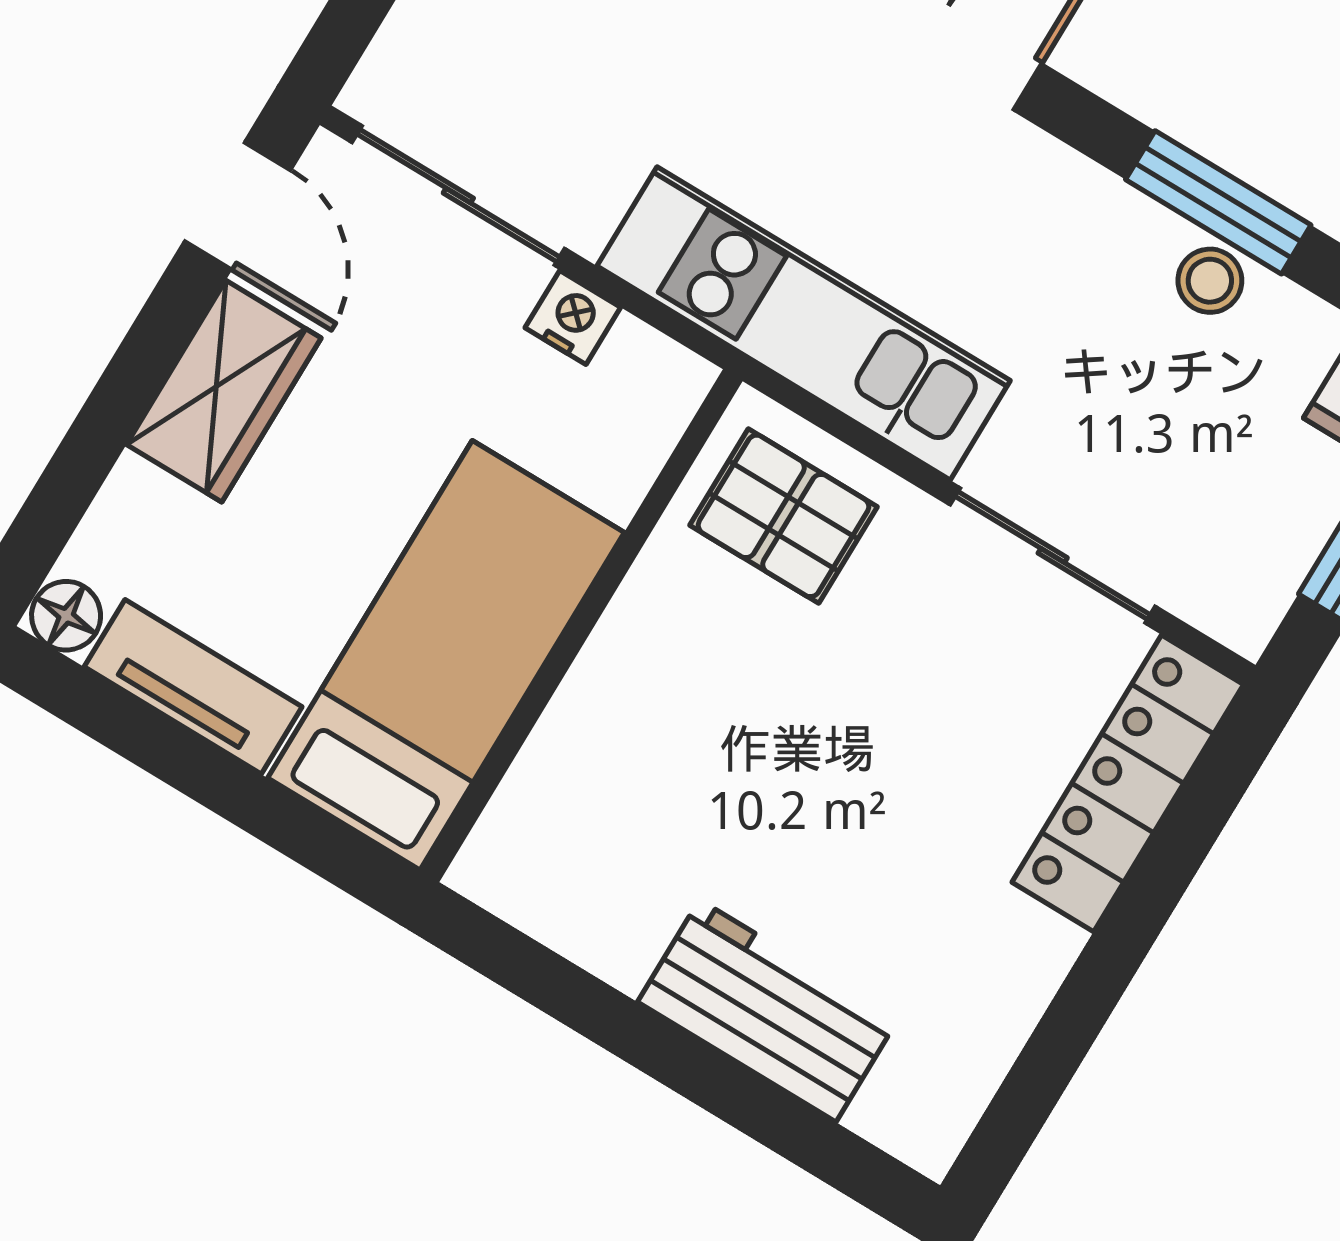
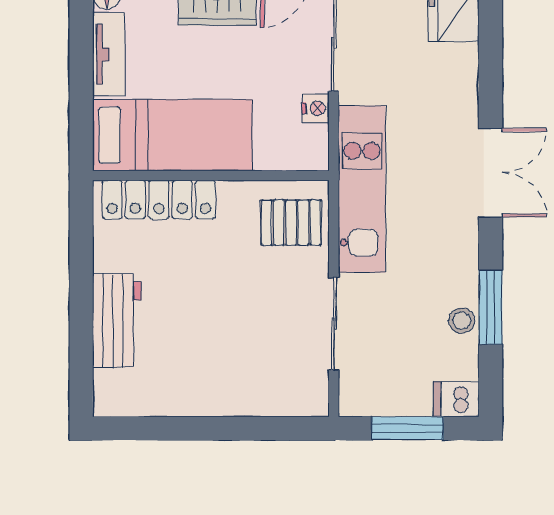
pallet: (783, 516) -> (291, 223), turned 90
locker: (1128, 783) -> (159, 200), moved, turned 180

